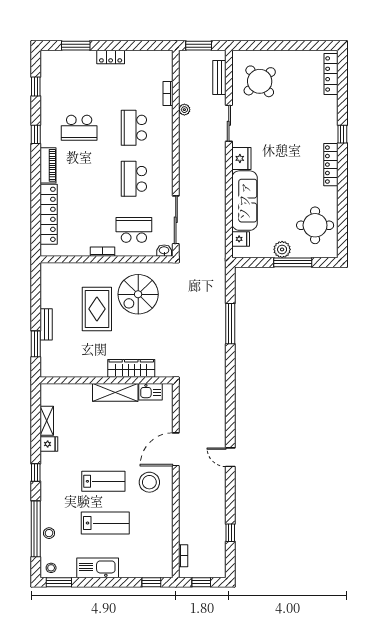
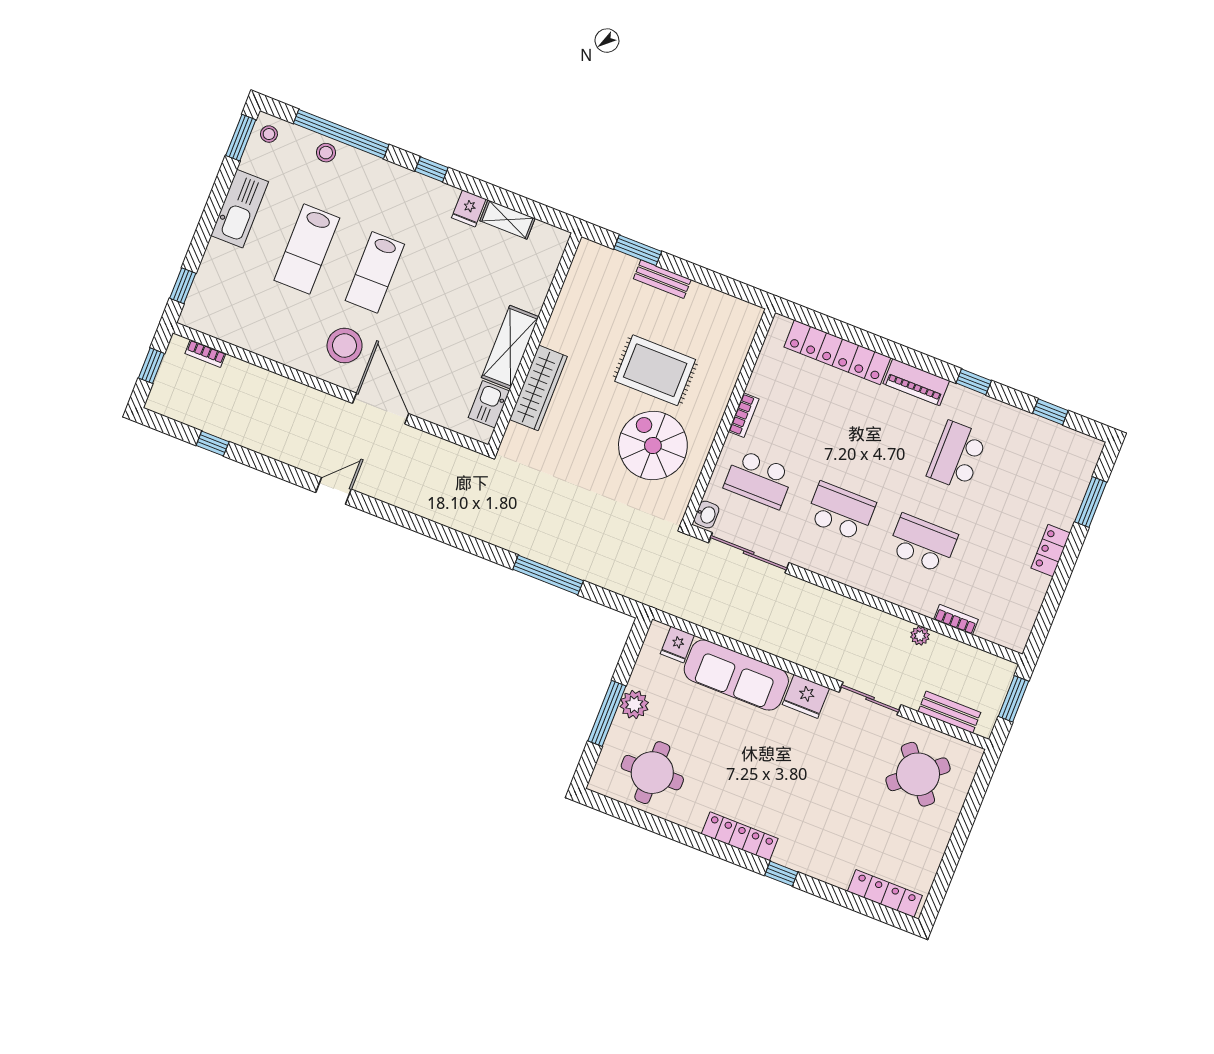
school desk: (134, 230) -> (759, 479), turned 90

